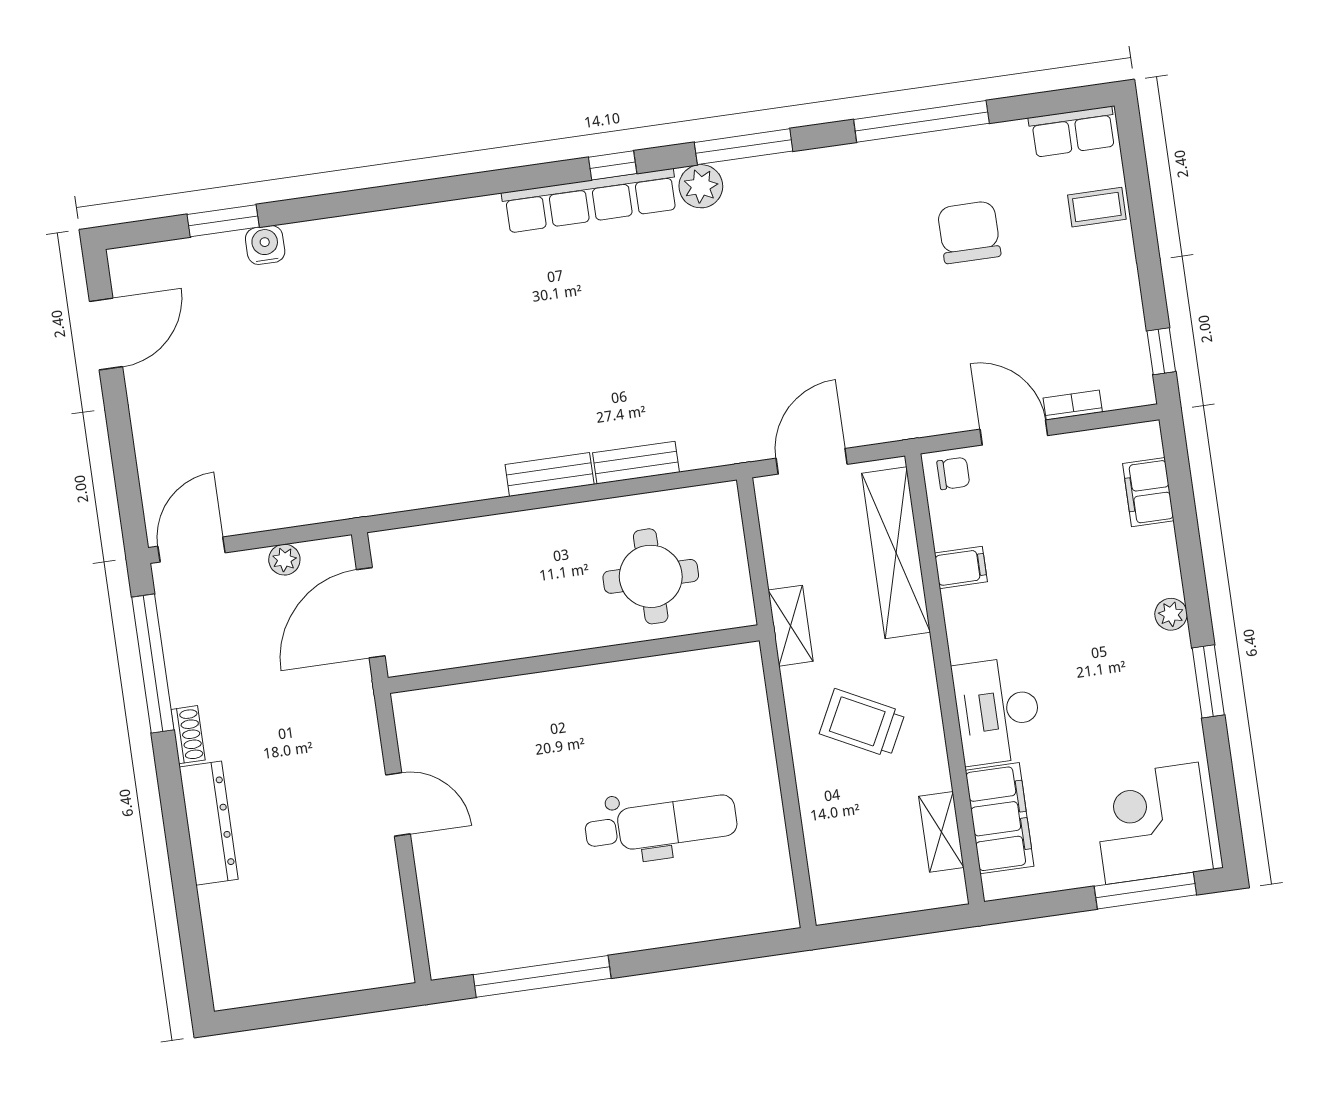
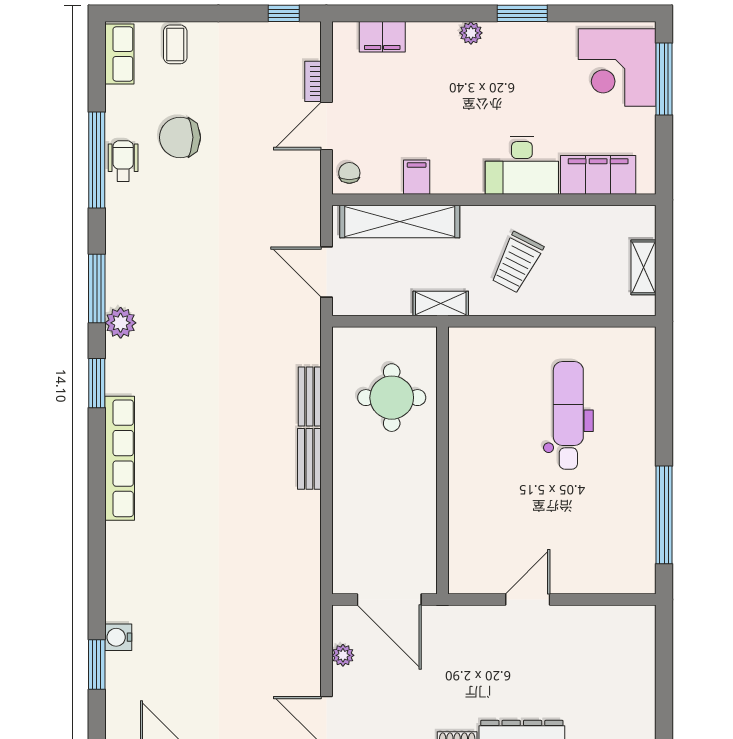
wheelchair: (925, 158) -> (123, 161), added
window: (613, 165) -> (97, 383), width x1.50
row of seats: (590, 201) -> (120, 458), moved
shelving: (941, 832) -> (644, 267), moved, turned 90

